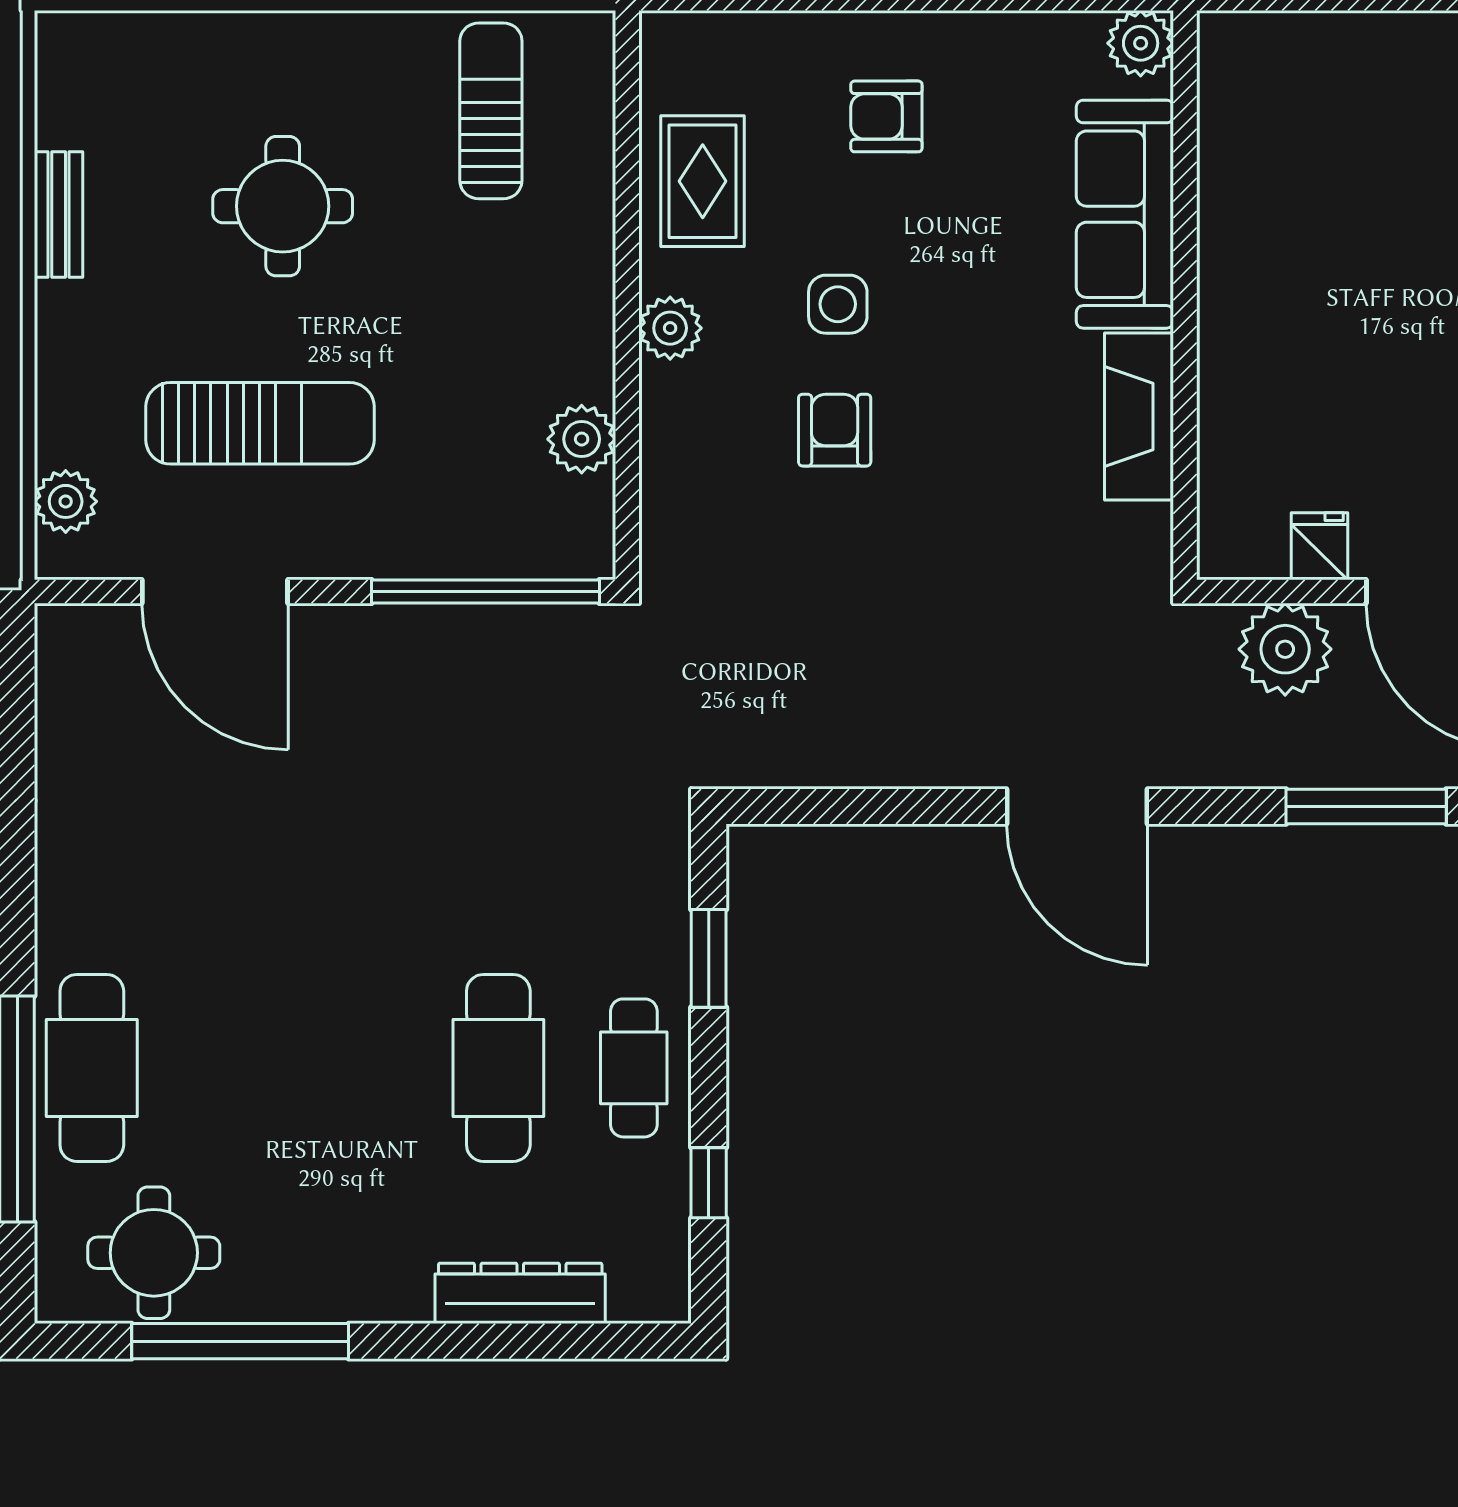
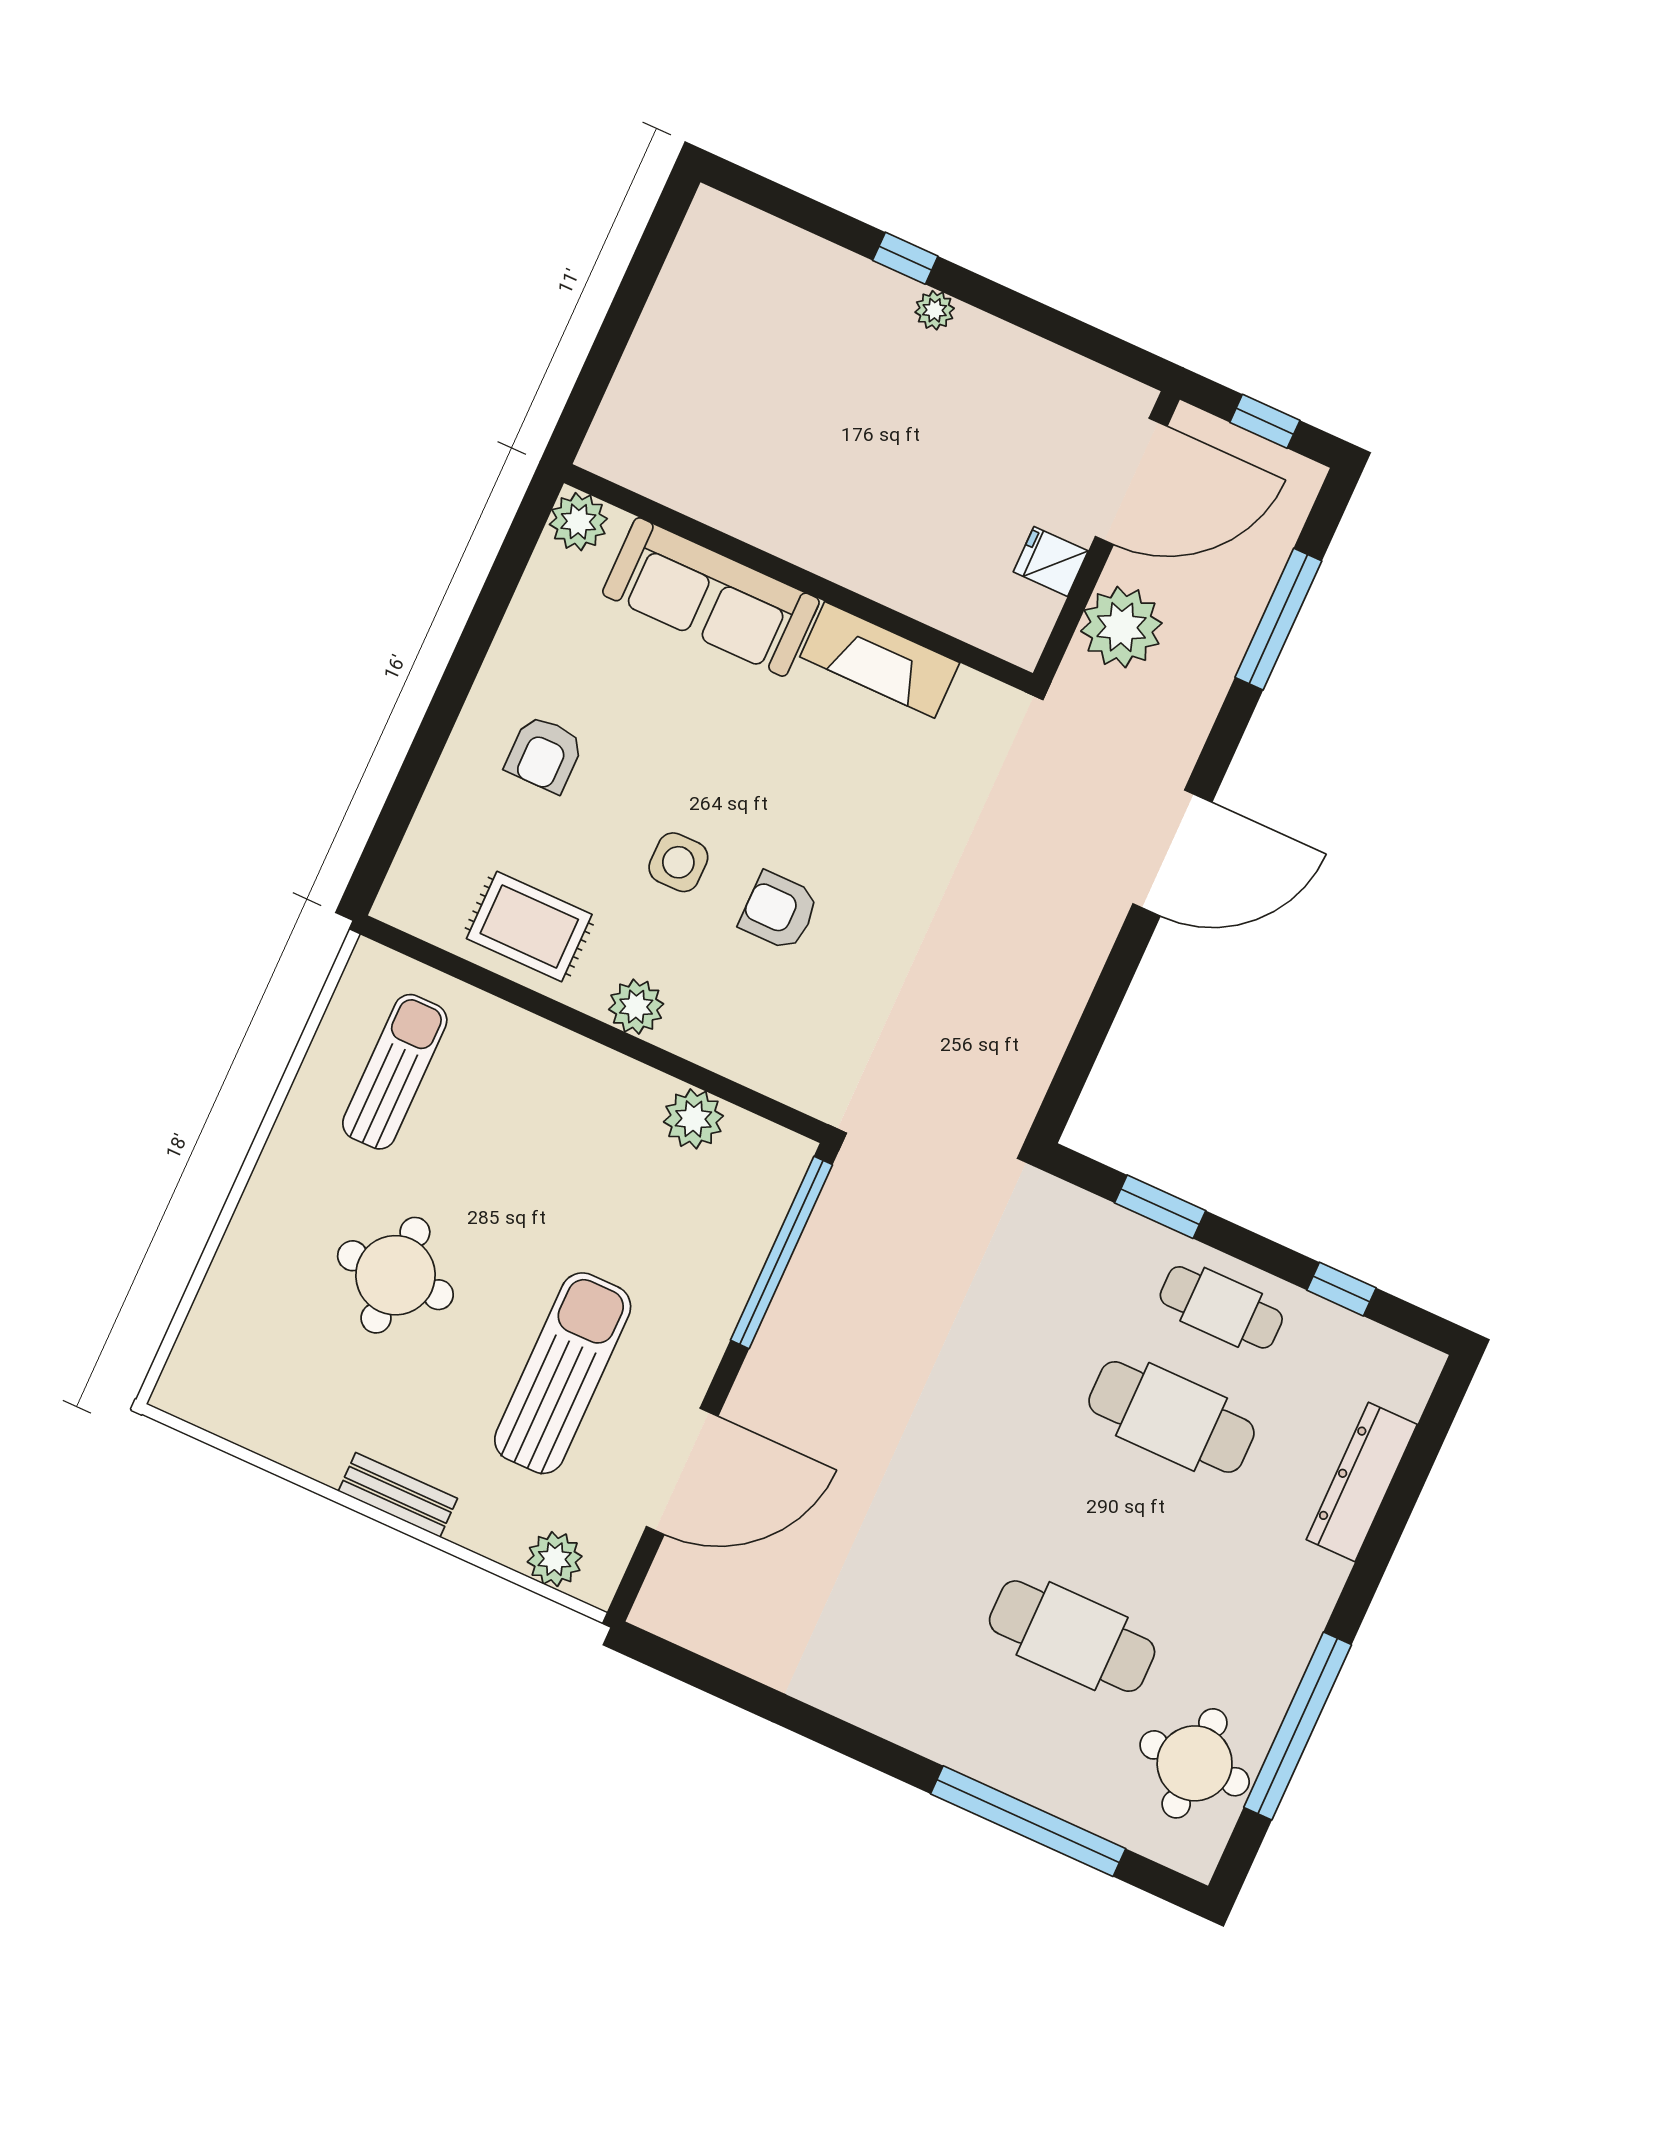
sun lounger: (491, 111) -> (395, 1072), turned 90
bench: (59, 214) -> (398, 1495), moved
cafe table: (92, 1068) -> (1072, 1636), moved

